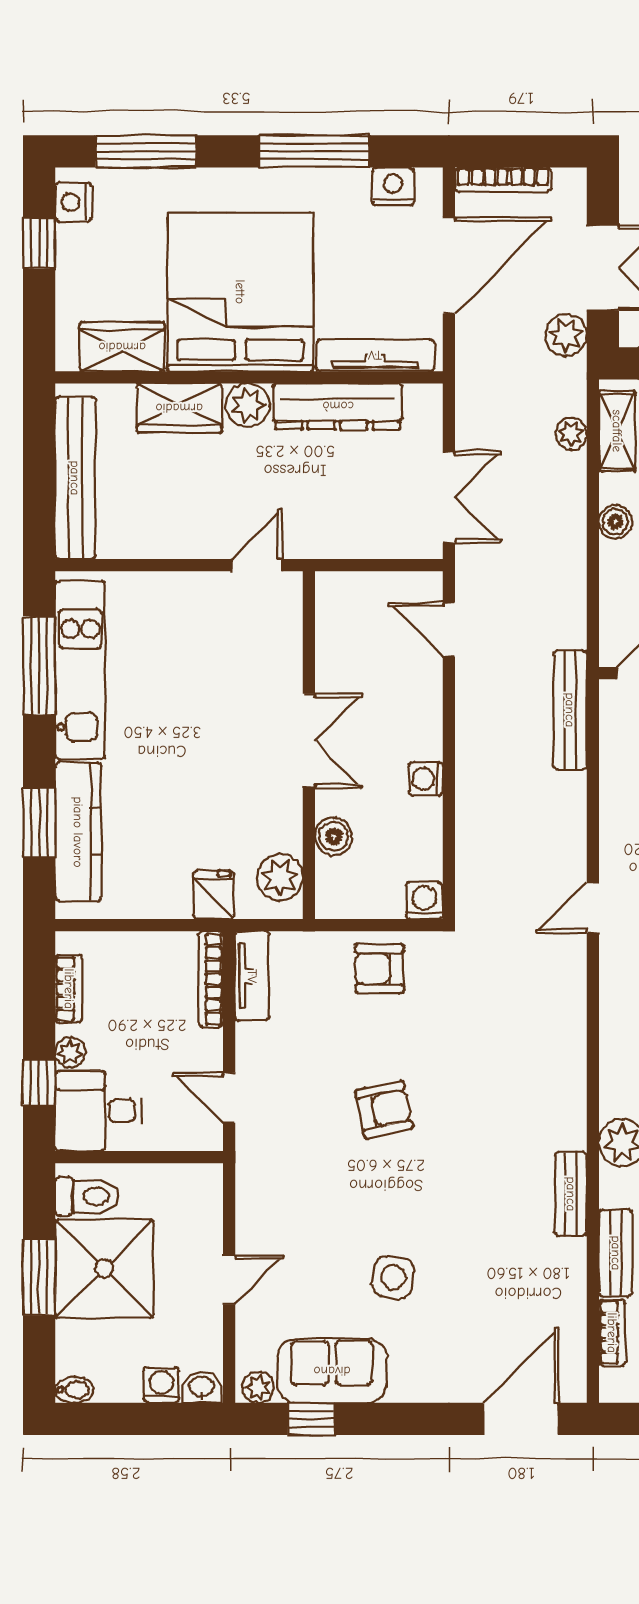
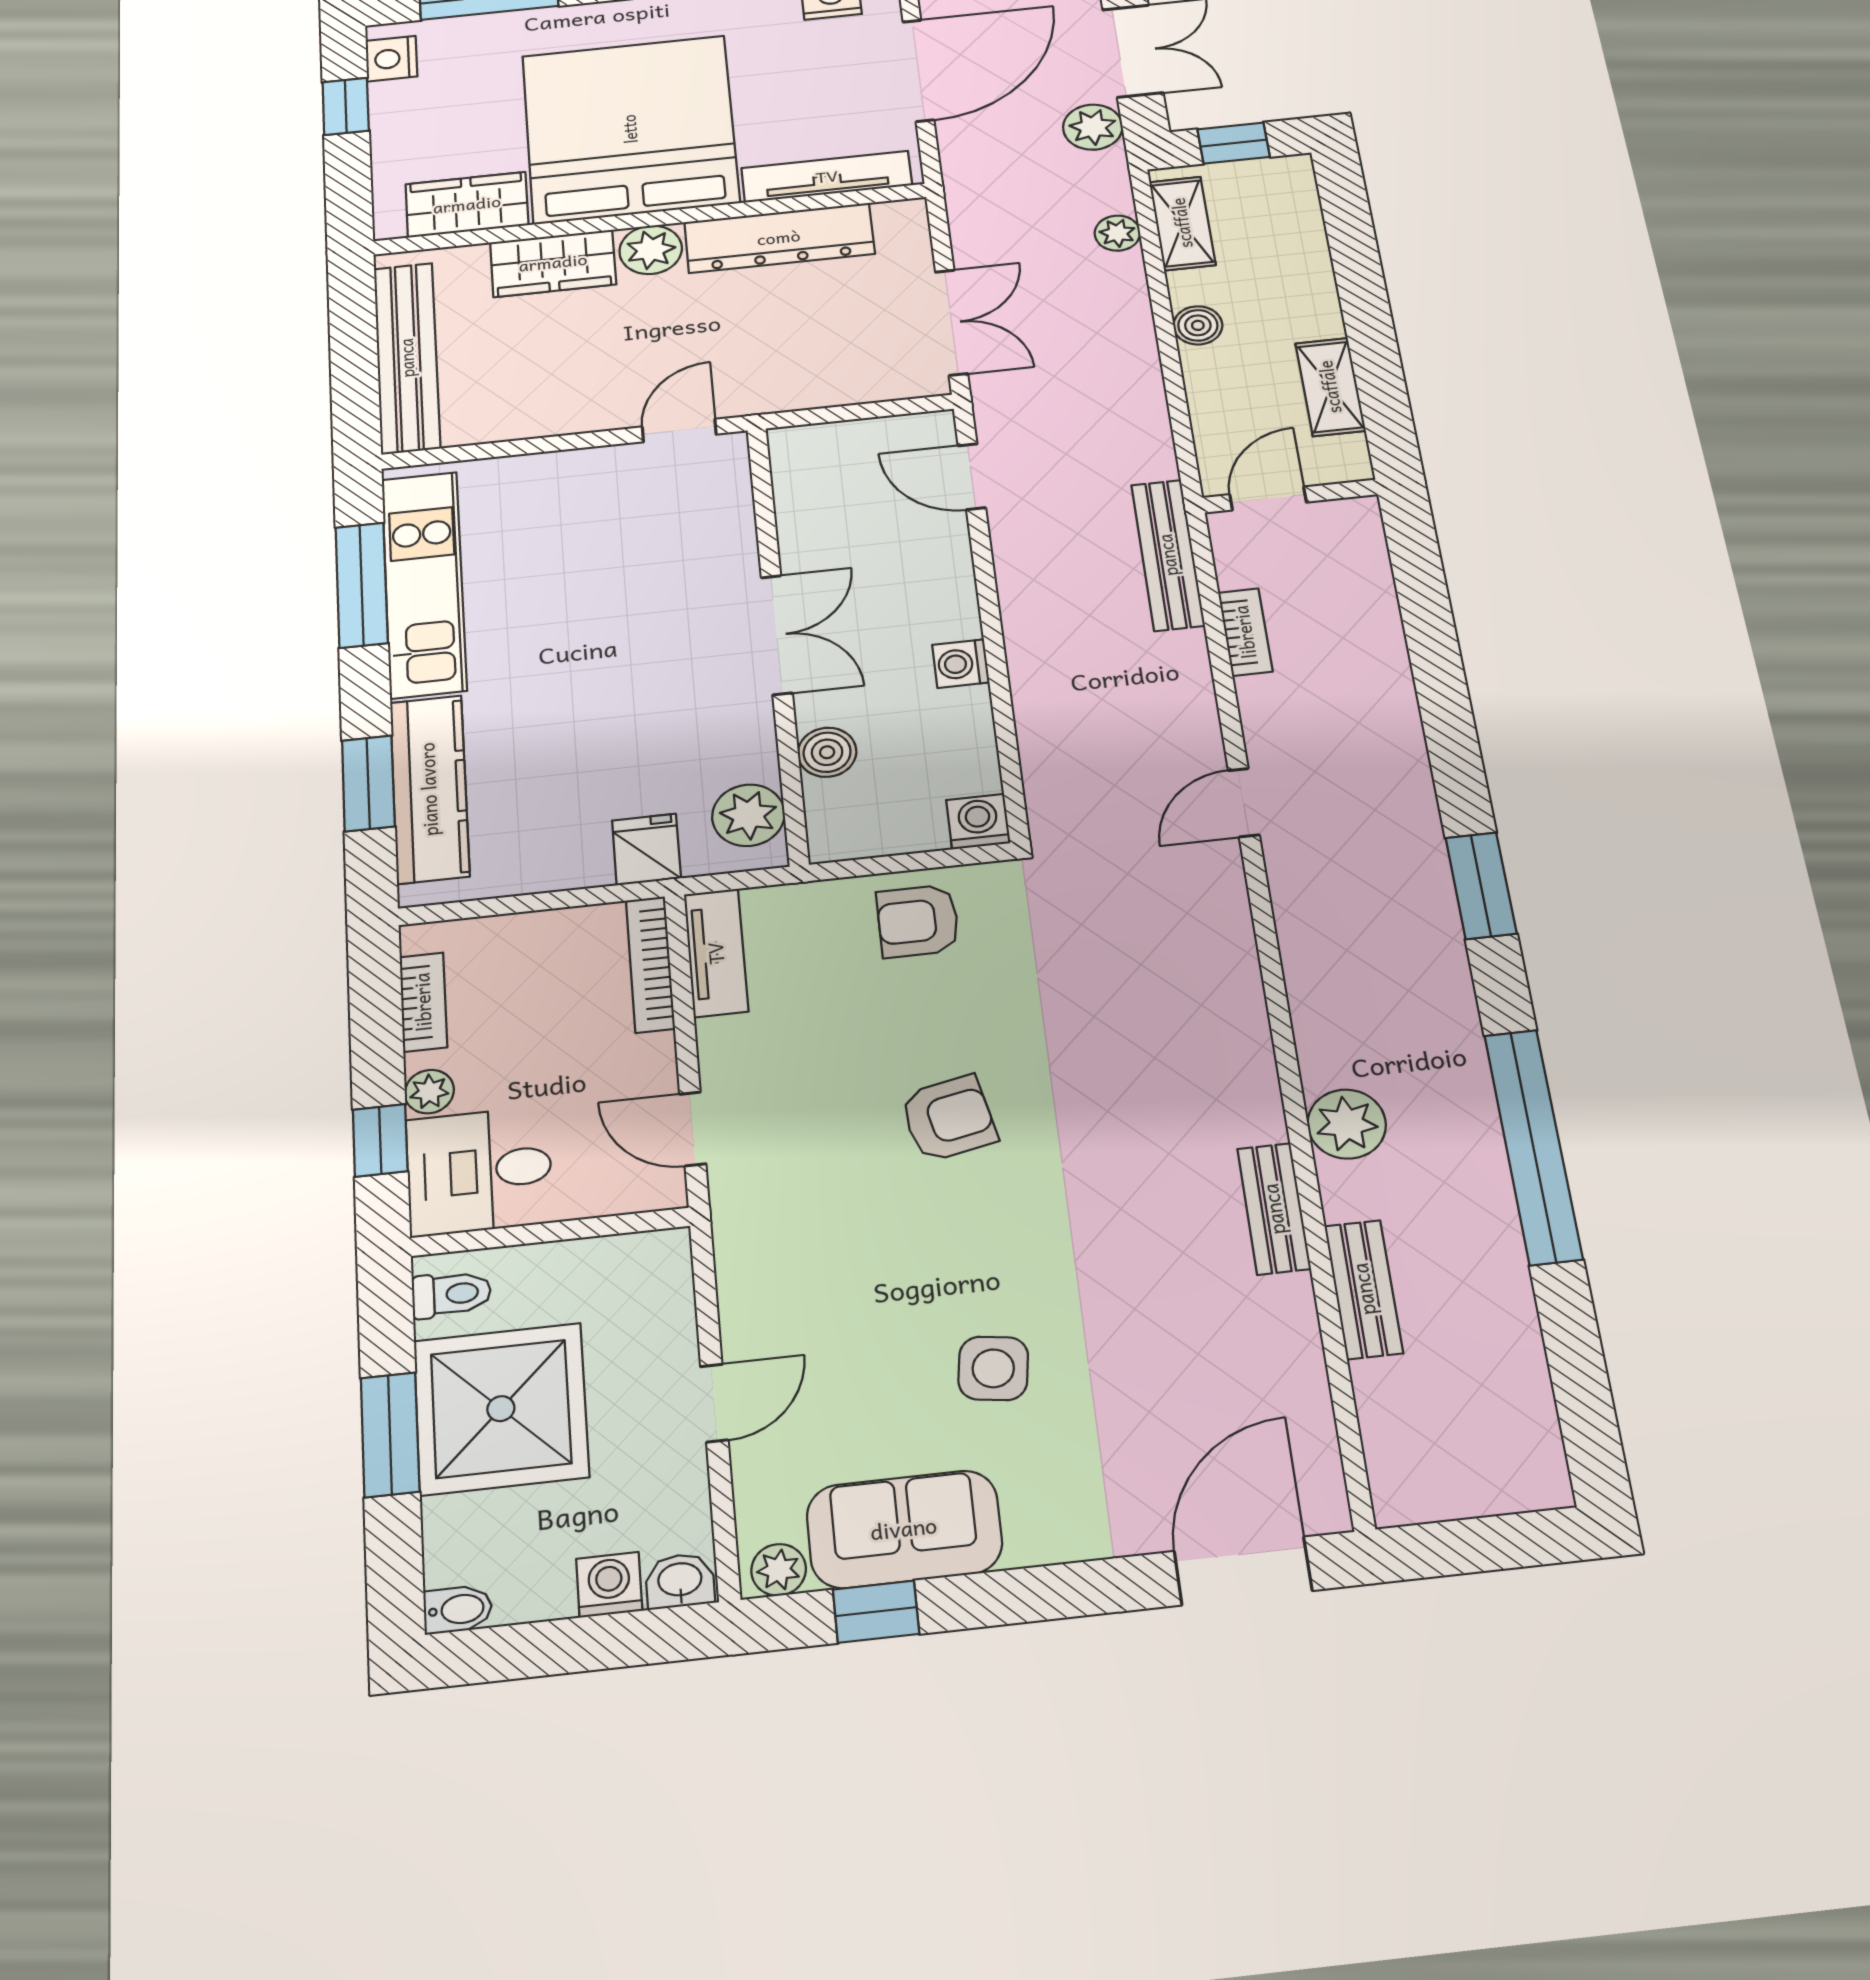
toilet: (87, 1196) -> (451, 1294), width x0.73, depth x0.72
bookcase: (612, 1333) -> (1245, 632), moved

